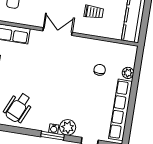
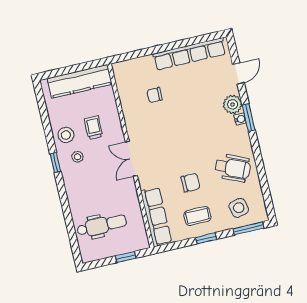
chair: (20, 70) -> (190, 183), added
plant: (128, 73) -> (145, 62), removed

